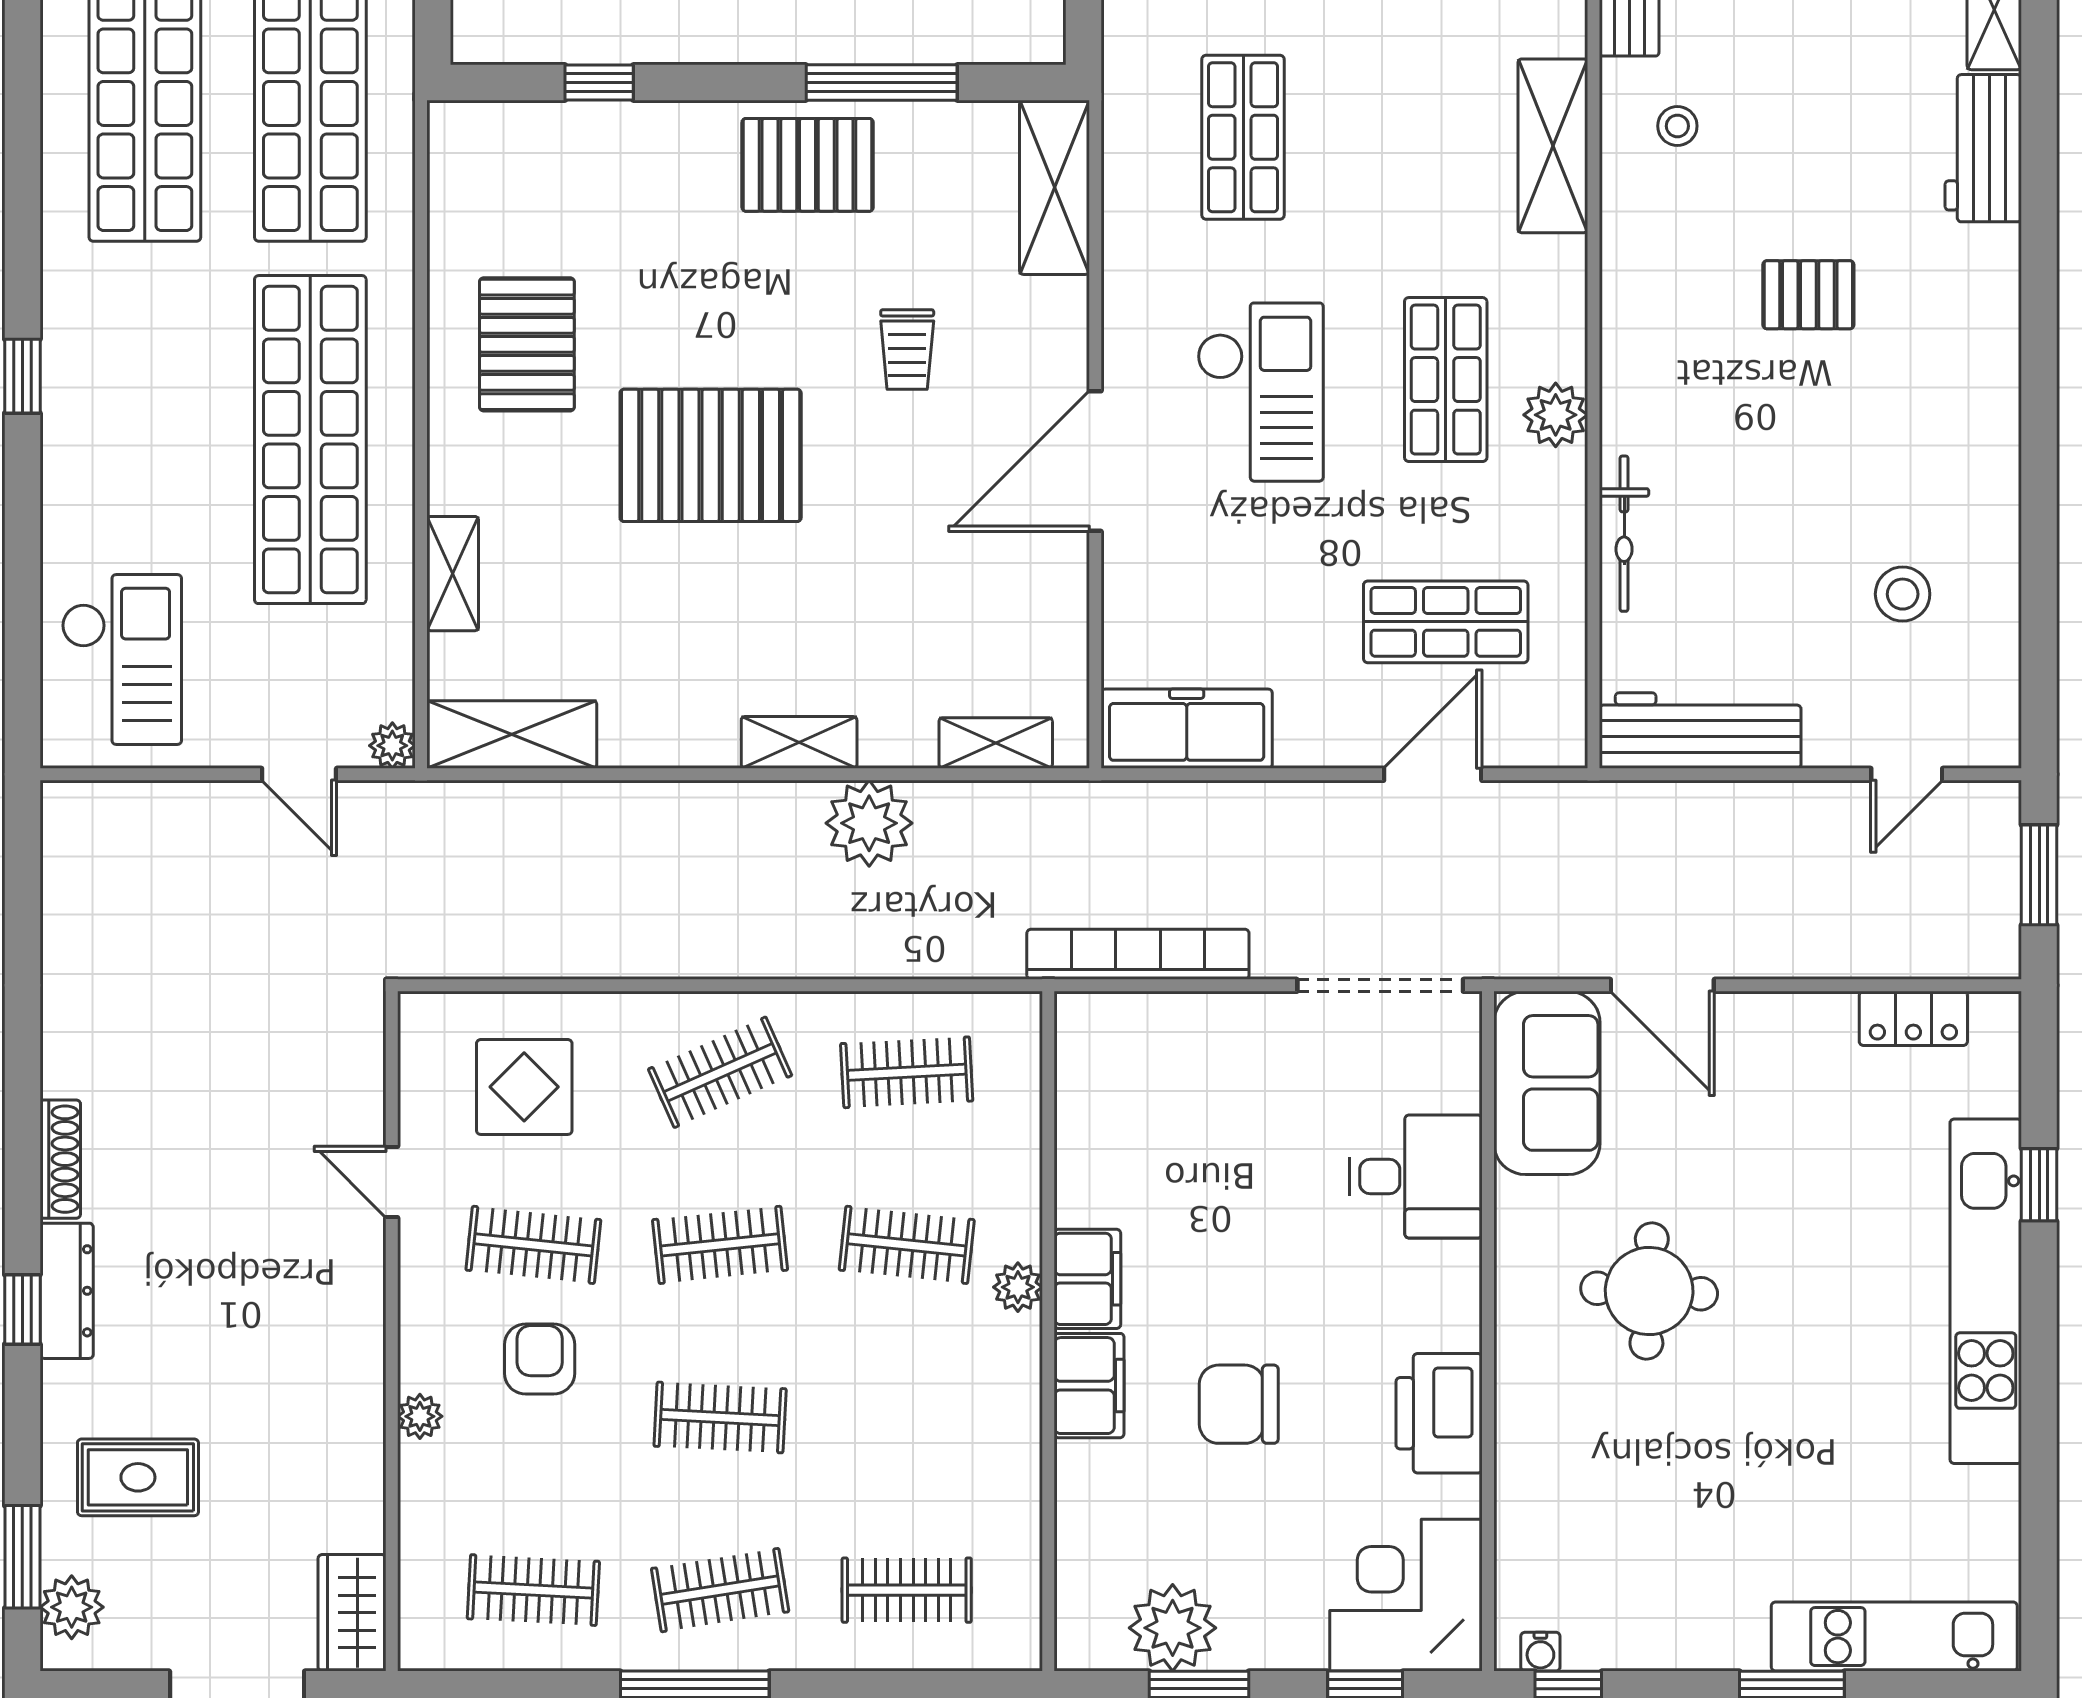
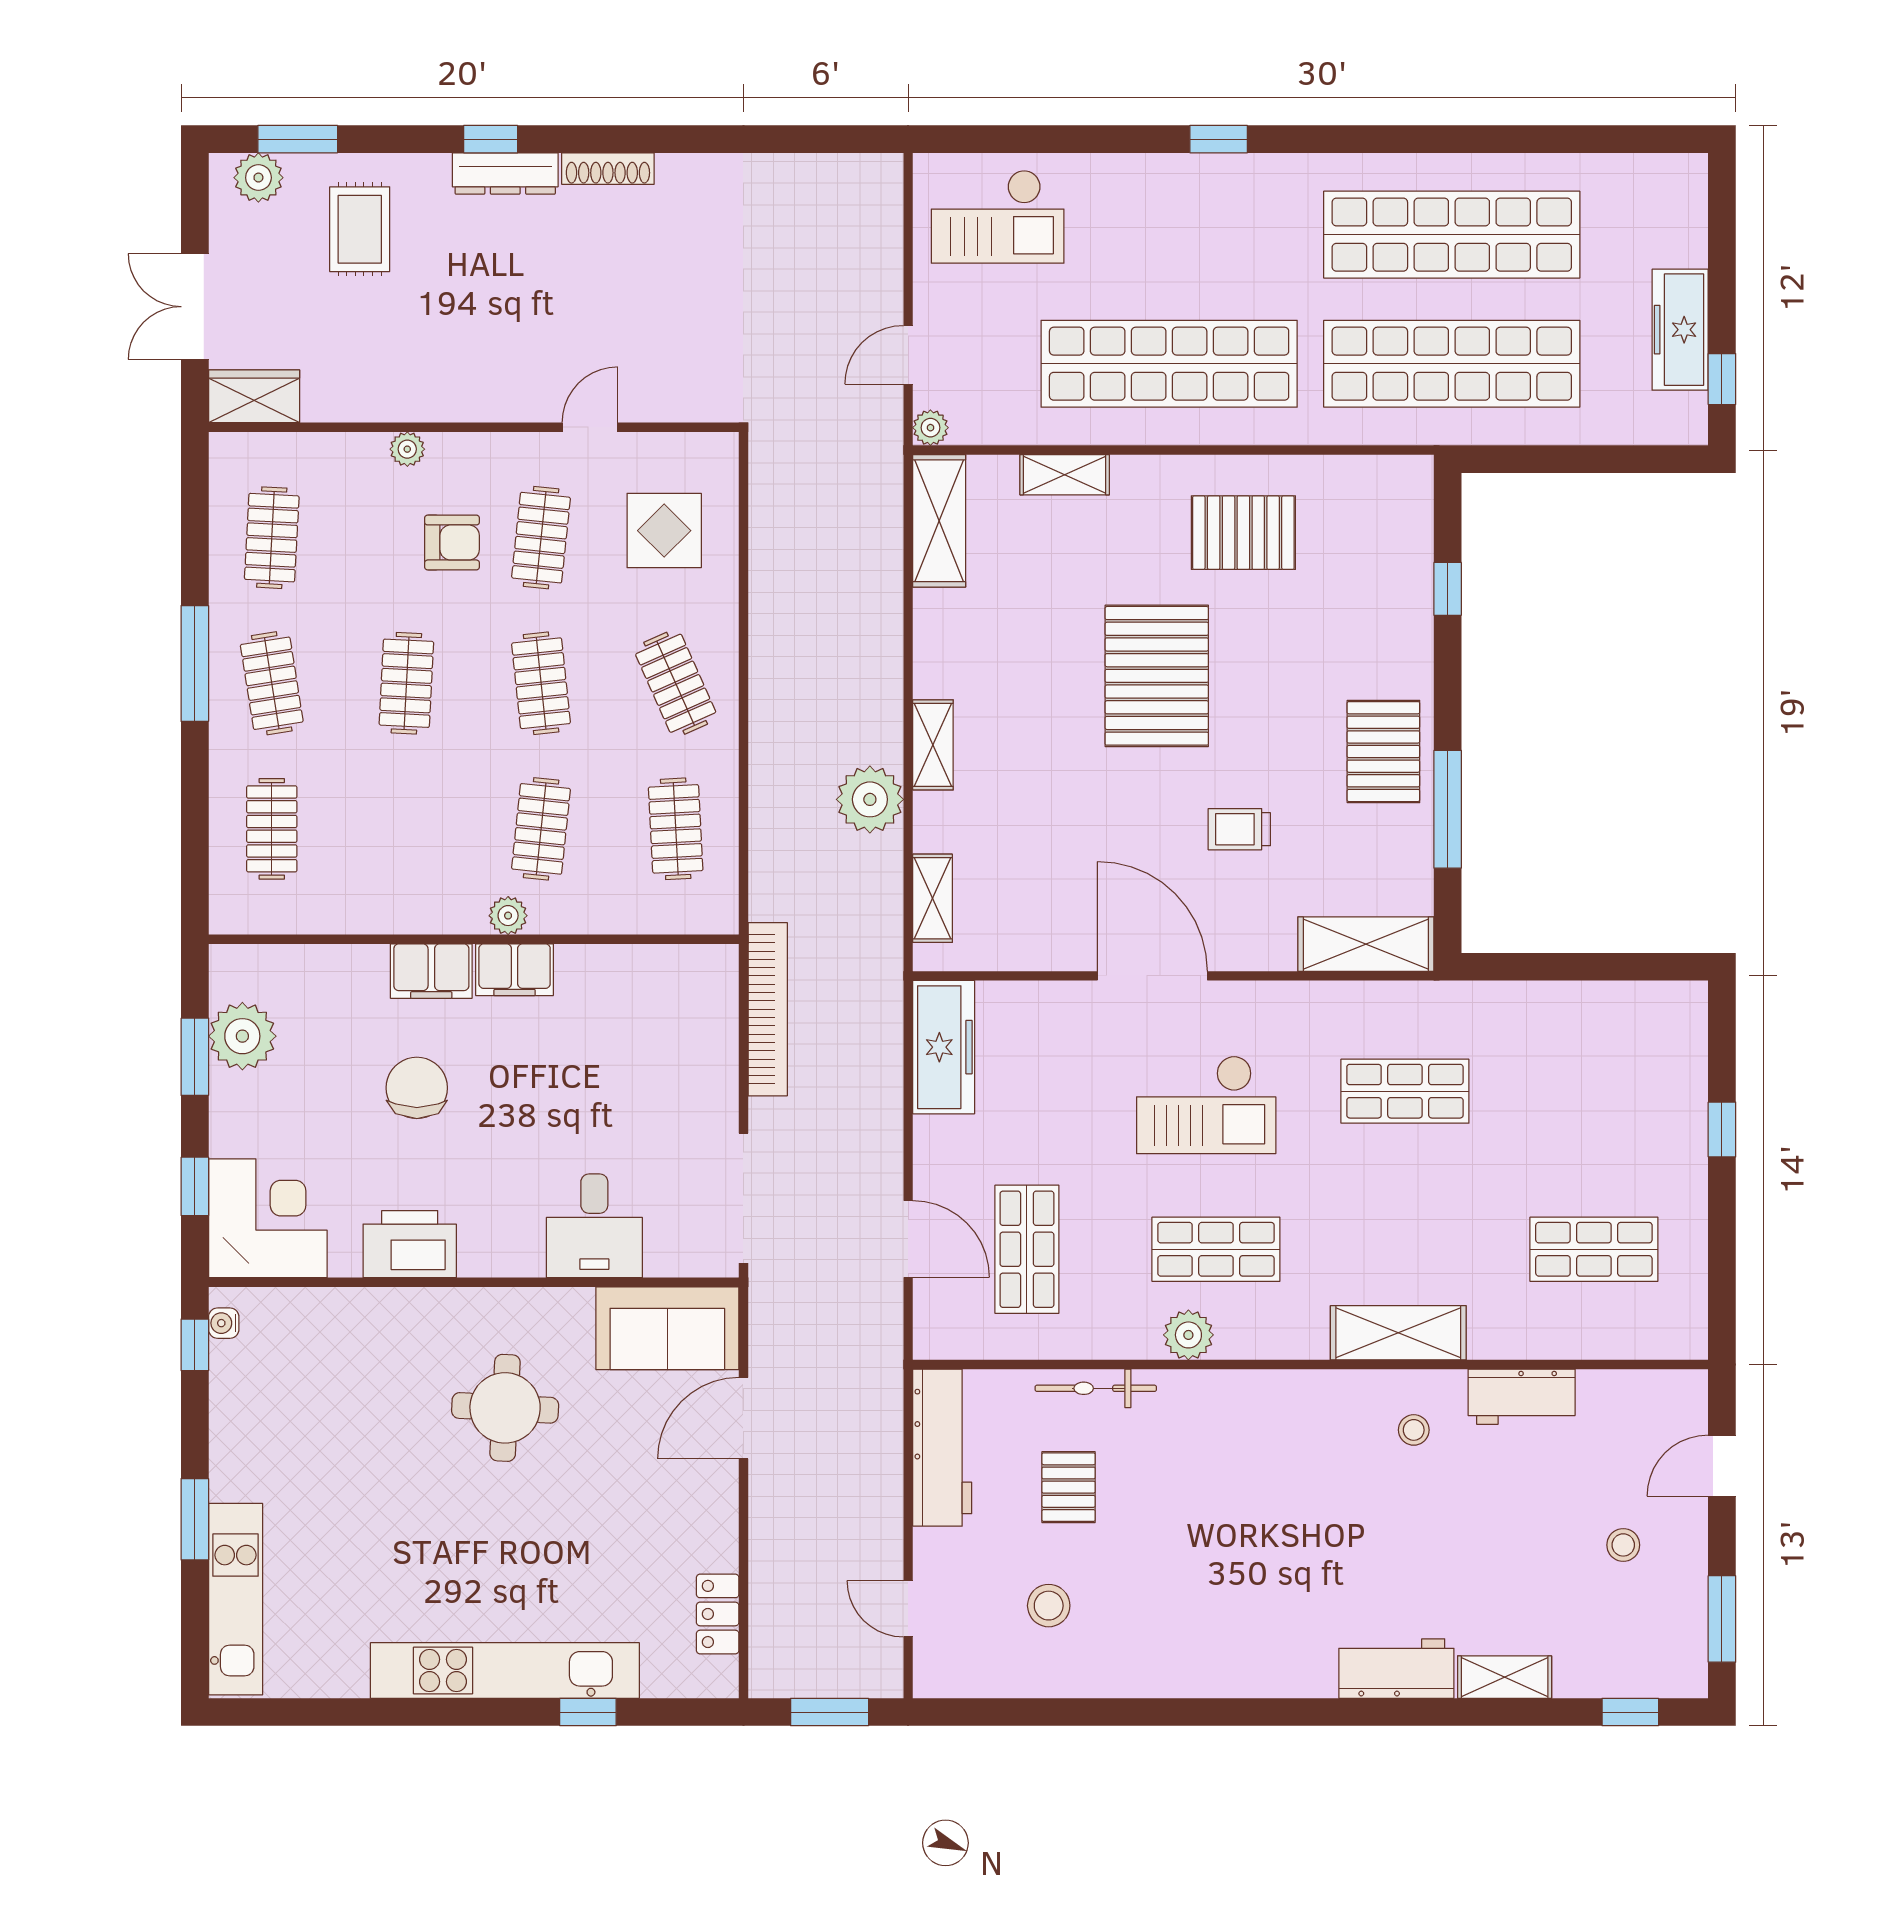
pallet: (1808, 295) -> (1069, 1487), moved

